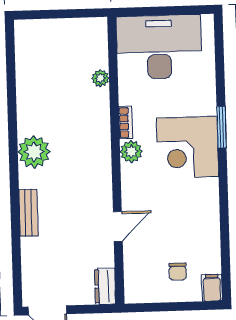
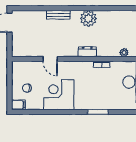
corner desk: (187, 147) -> (59, 95), moved
plant: (131, 152) -> (87, 67), removed
dresser: (105, 286) -> (87, 52), moved

